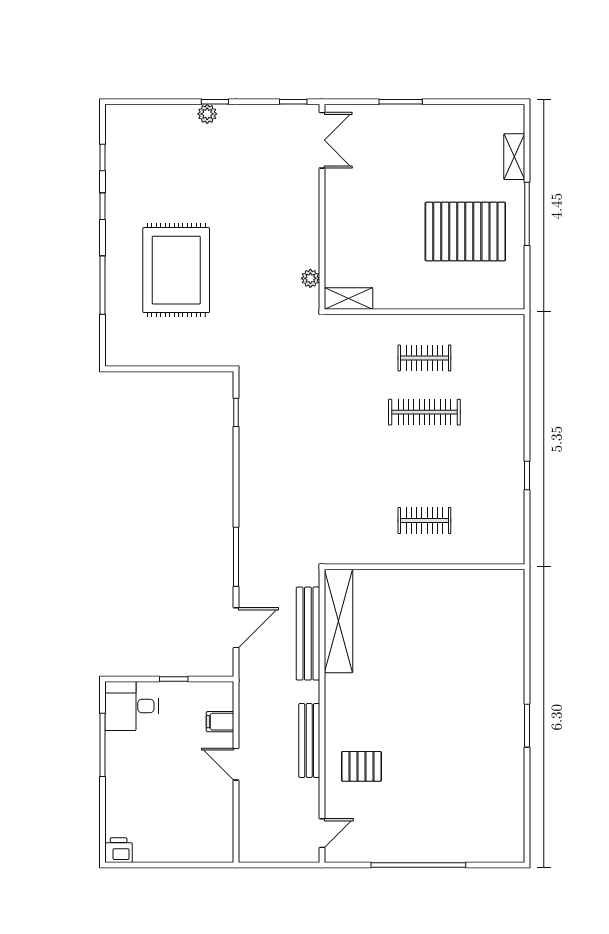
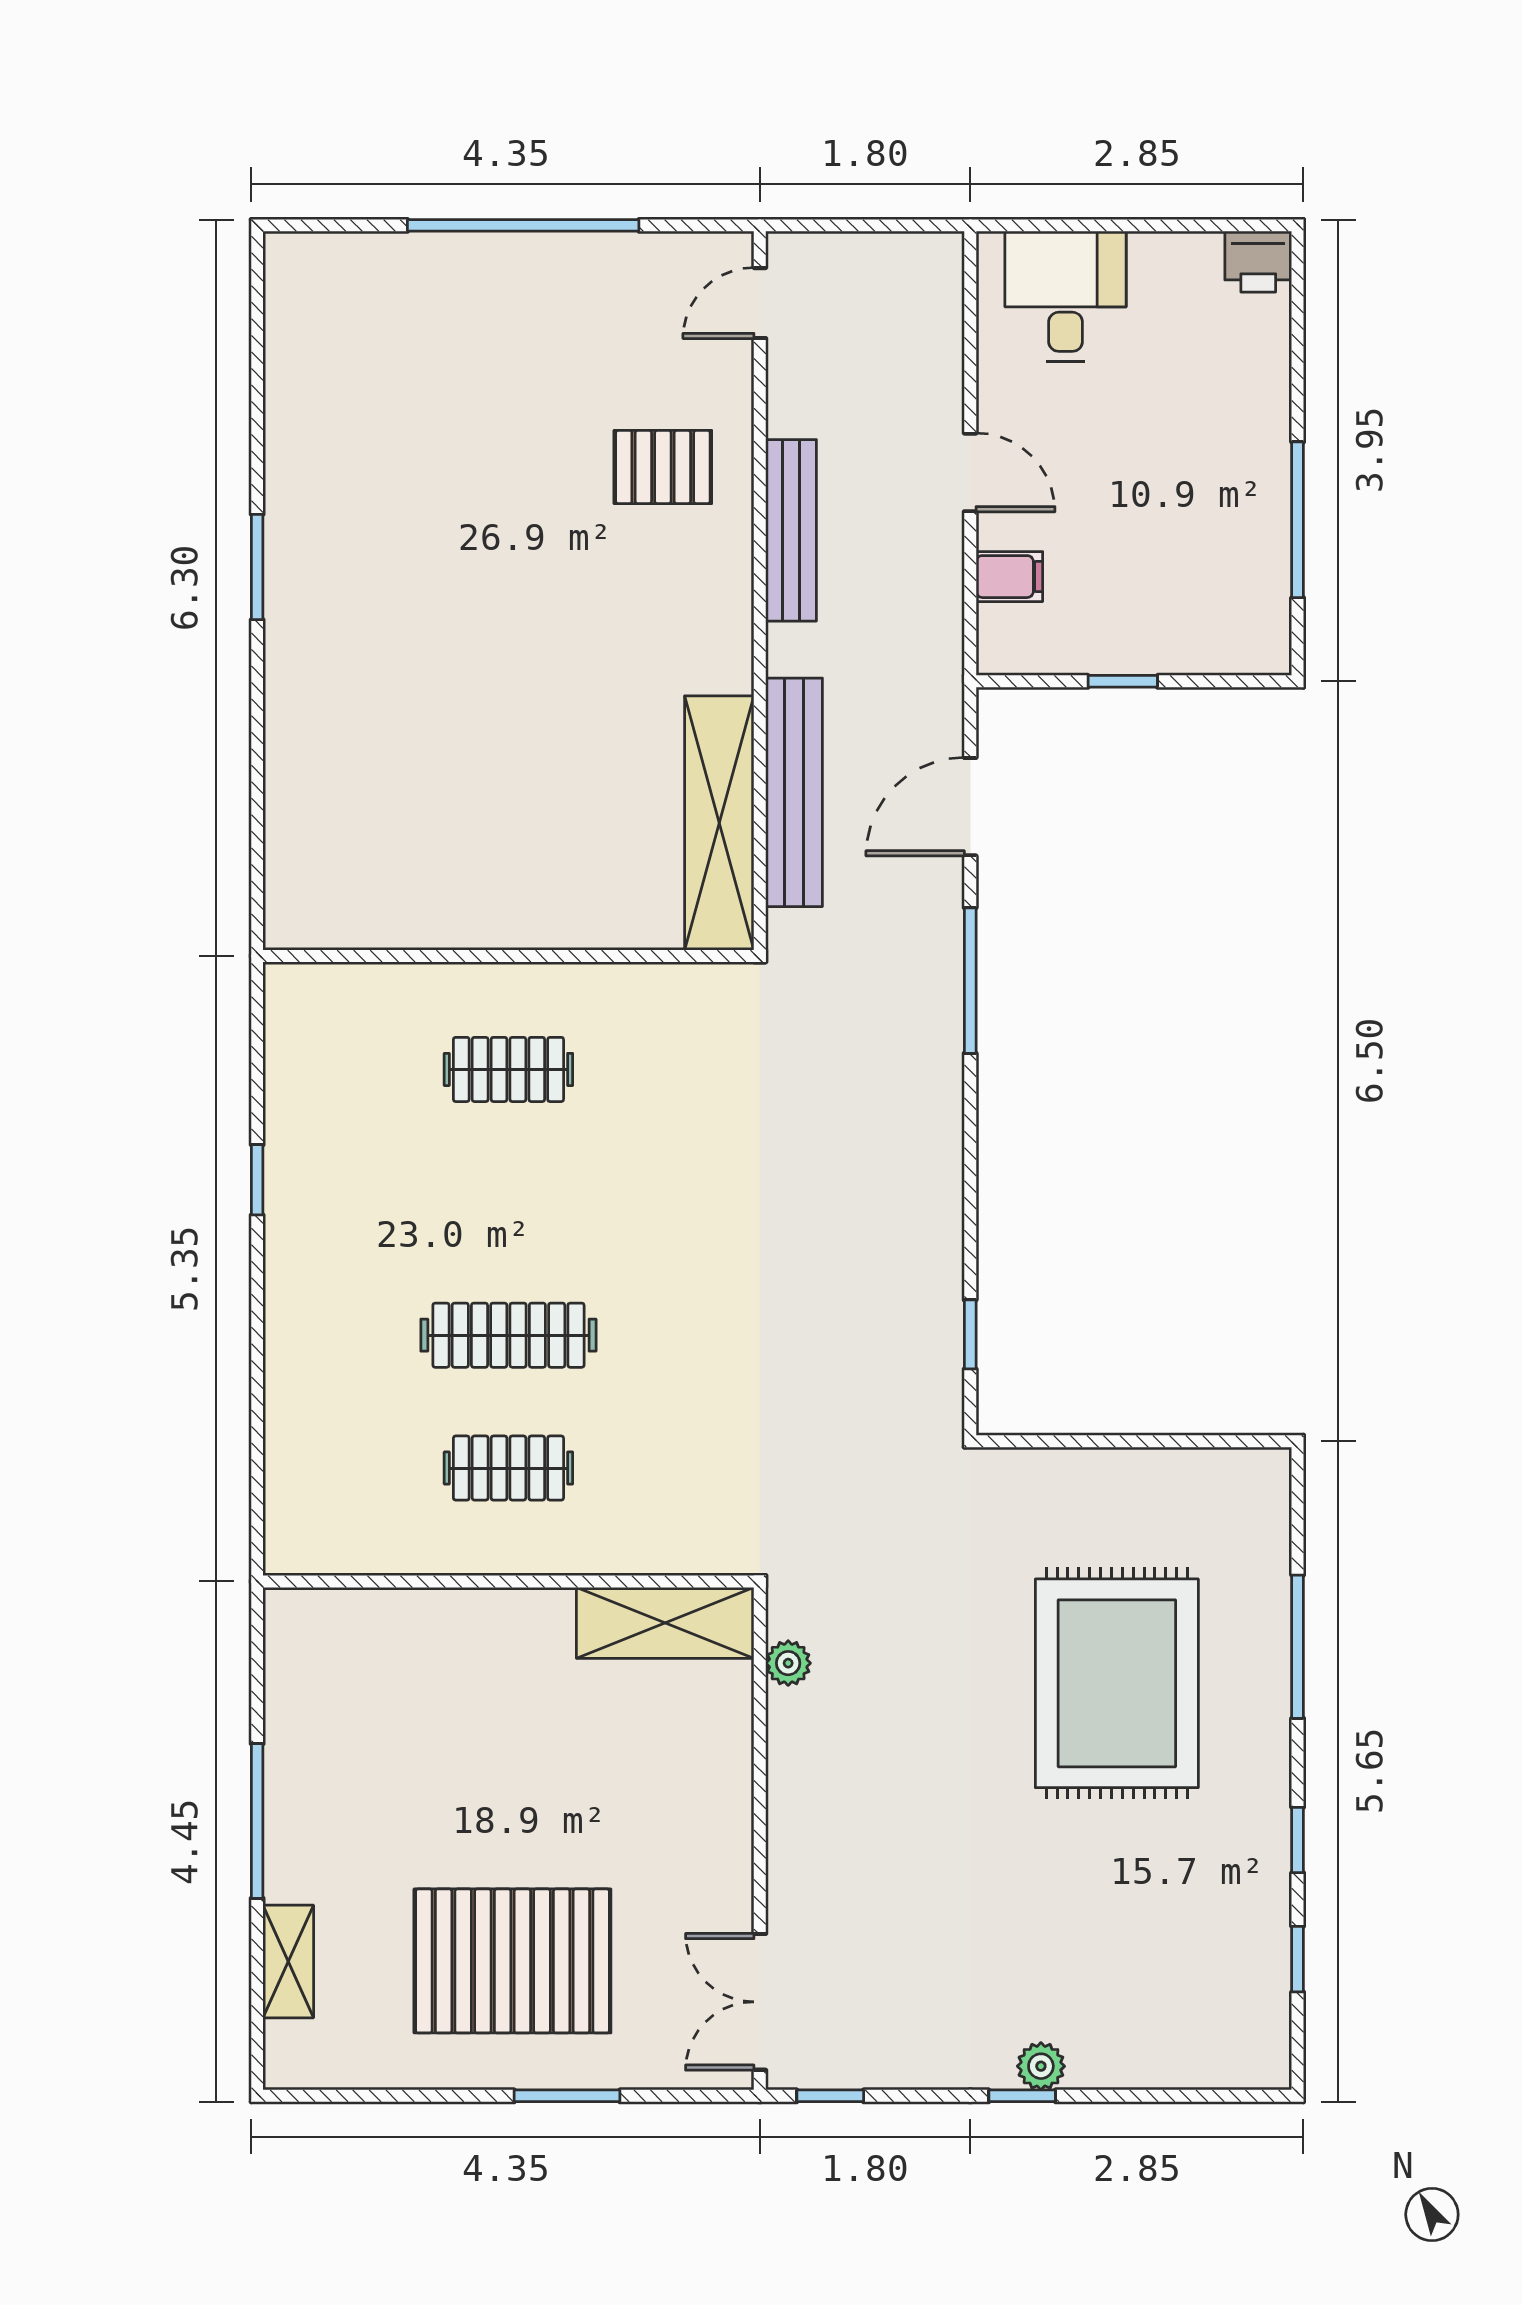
pallet: (465, 232) -> (512, 1961), moved
shelving: (348, 298) -> (665, 1623), width x1.50, depth x1.33
desk: (132, 706) -> (1066, 297), moved, turned -90

